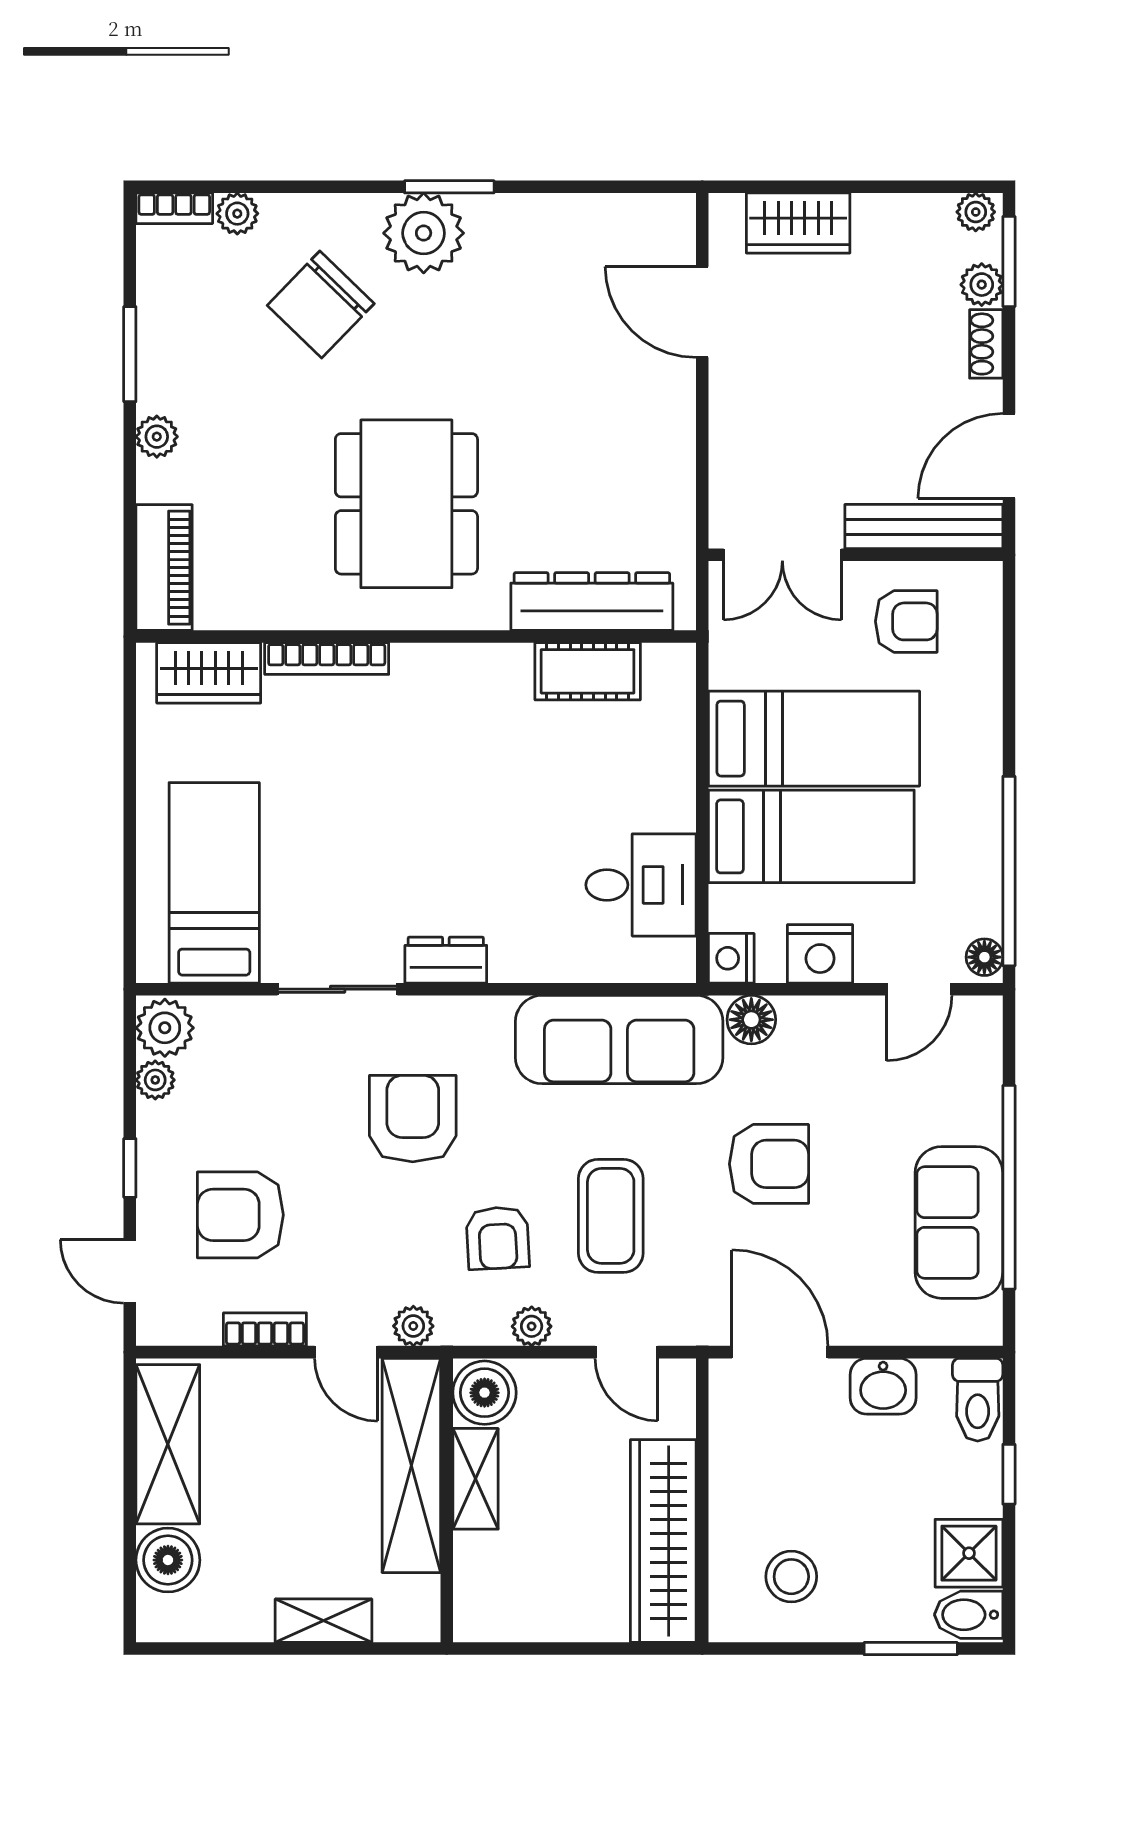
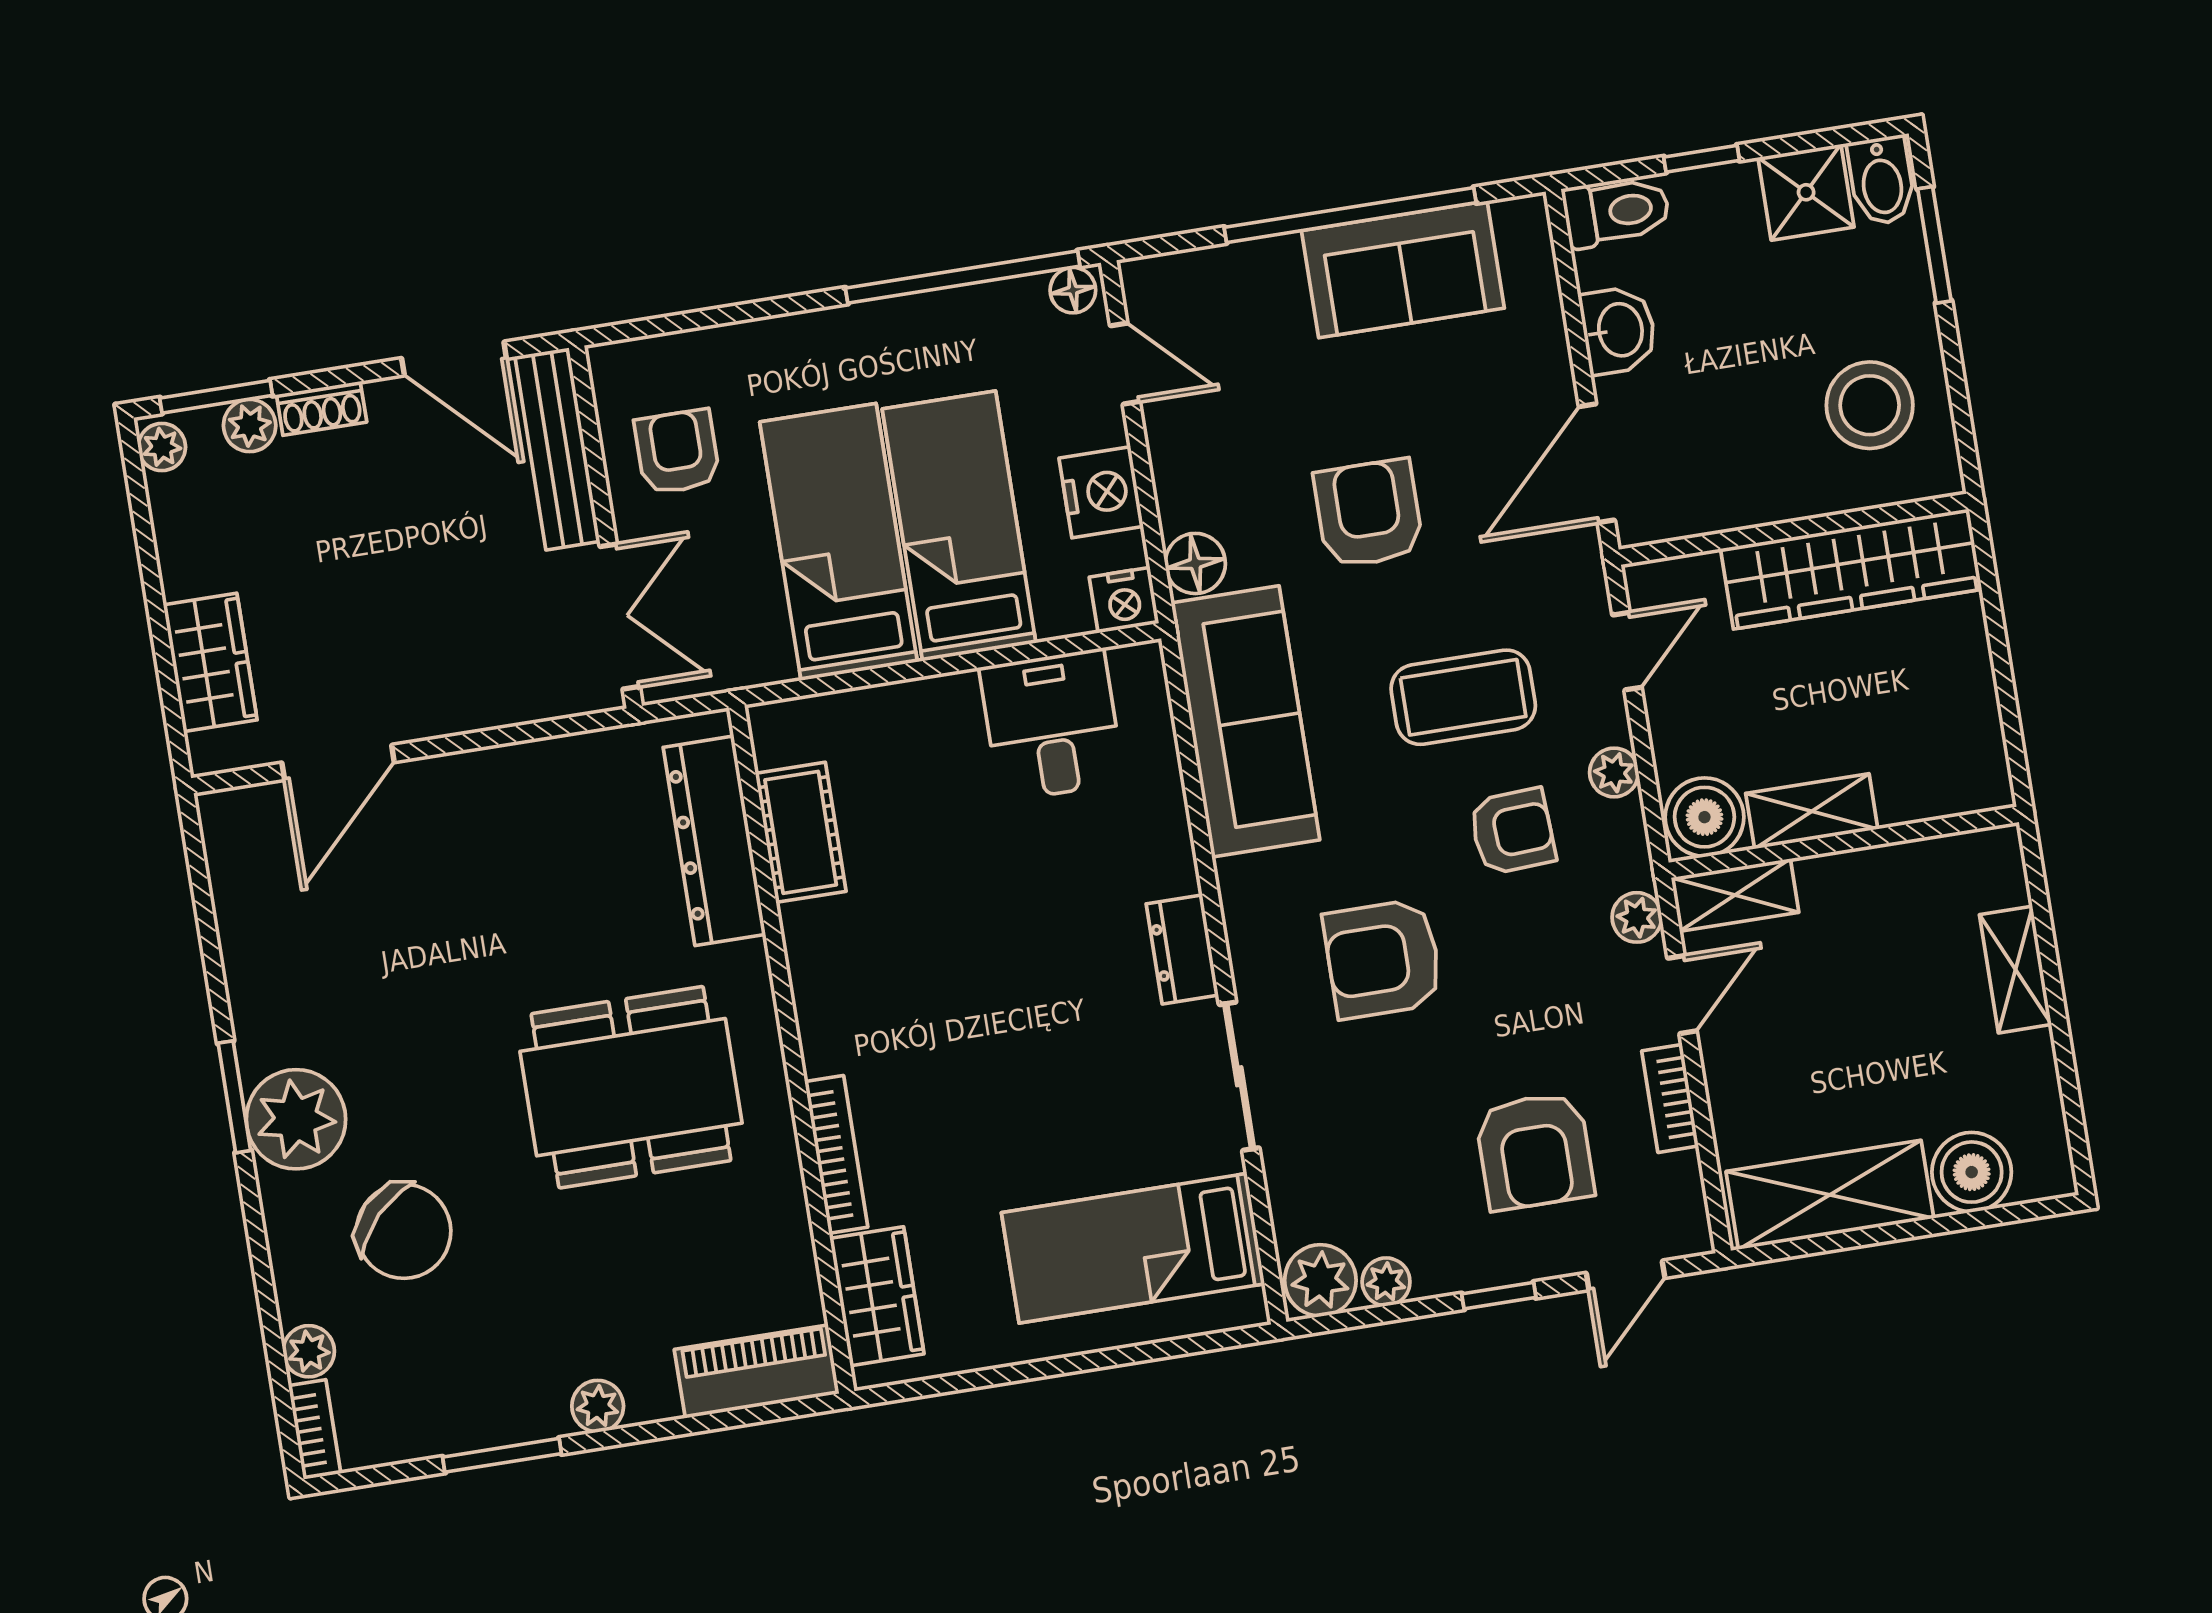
shelving: (411, 1465) -> (1735, 895), width x0.45, depth x0.75
stool: (791, 1577) -> (1870, 405), width x1.38, depth x1.38

